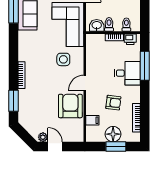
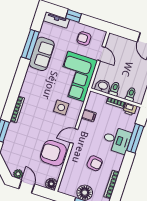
armchair: (70, 106) -> (53, 153), turned -90
filing cabinet: (92, 120) -> (89, 116), moved
floor lamp: (78, 136) -> (51, 184), added

